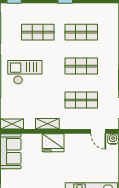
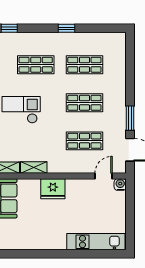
shelving: (47, 124) -> (34, 167), moved
door: (98, 131) -> (104, 176), swing flipped

